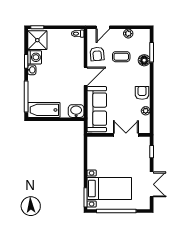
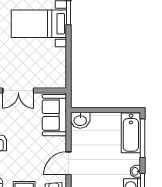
sofa: (97, 109) -> (54, 115), width x0.73
bathtub: (44, 110) -> (131, 133), moved, turned 90

